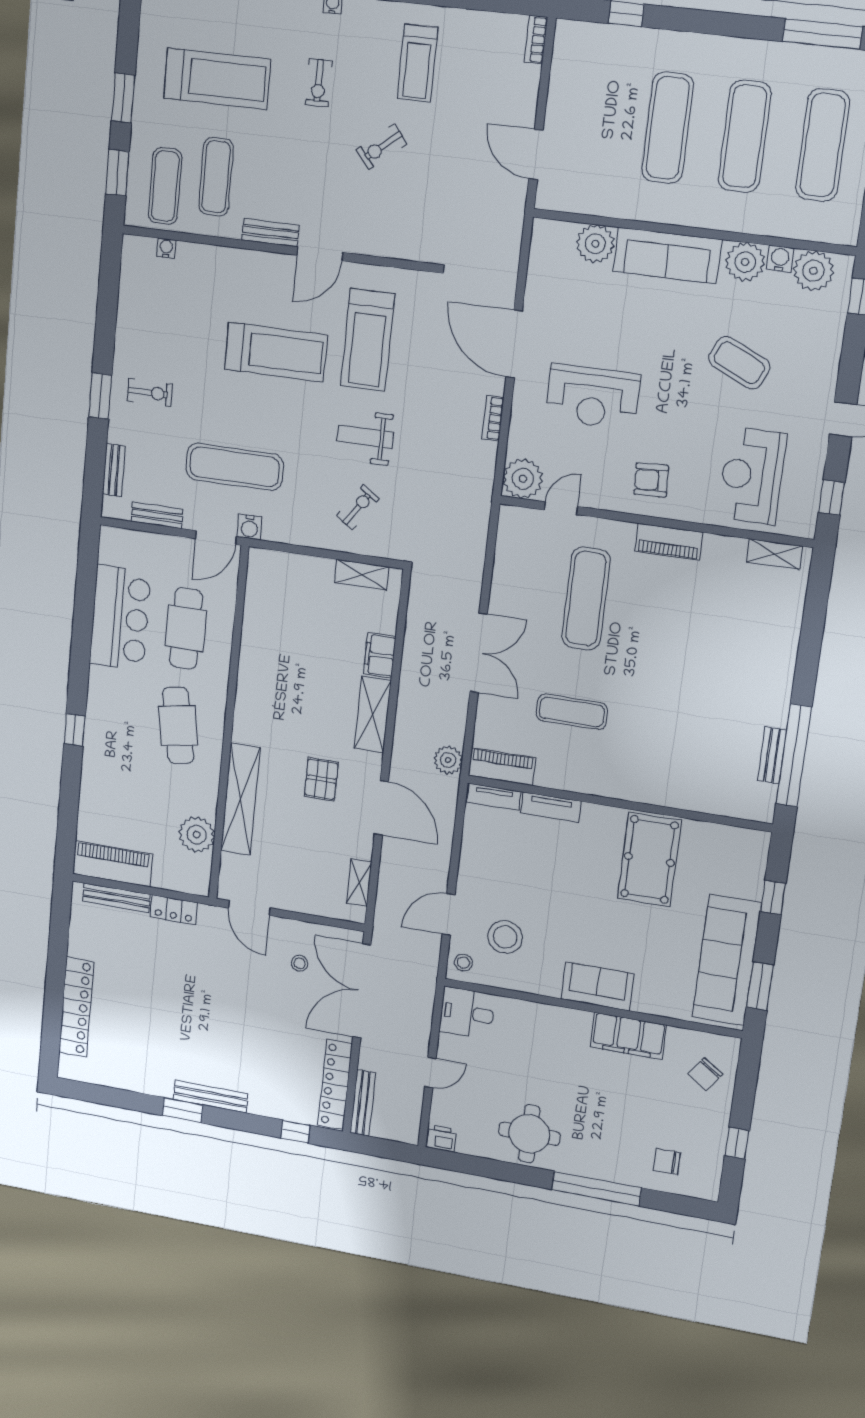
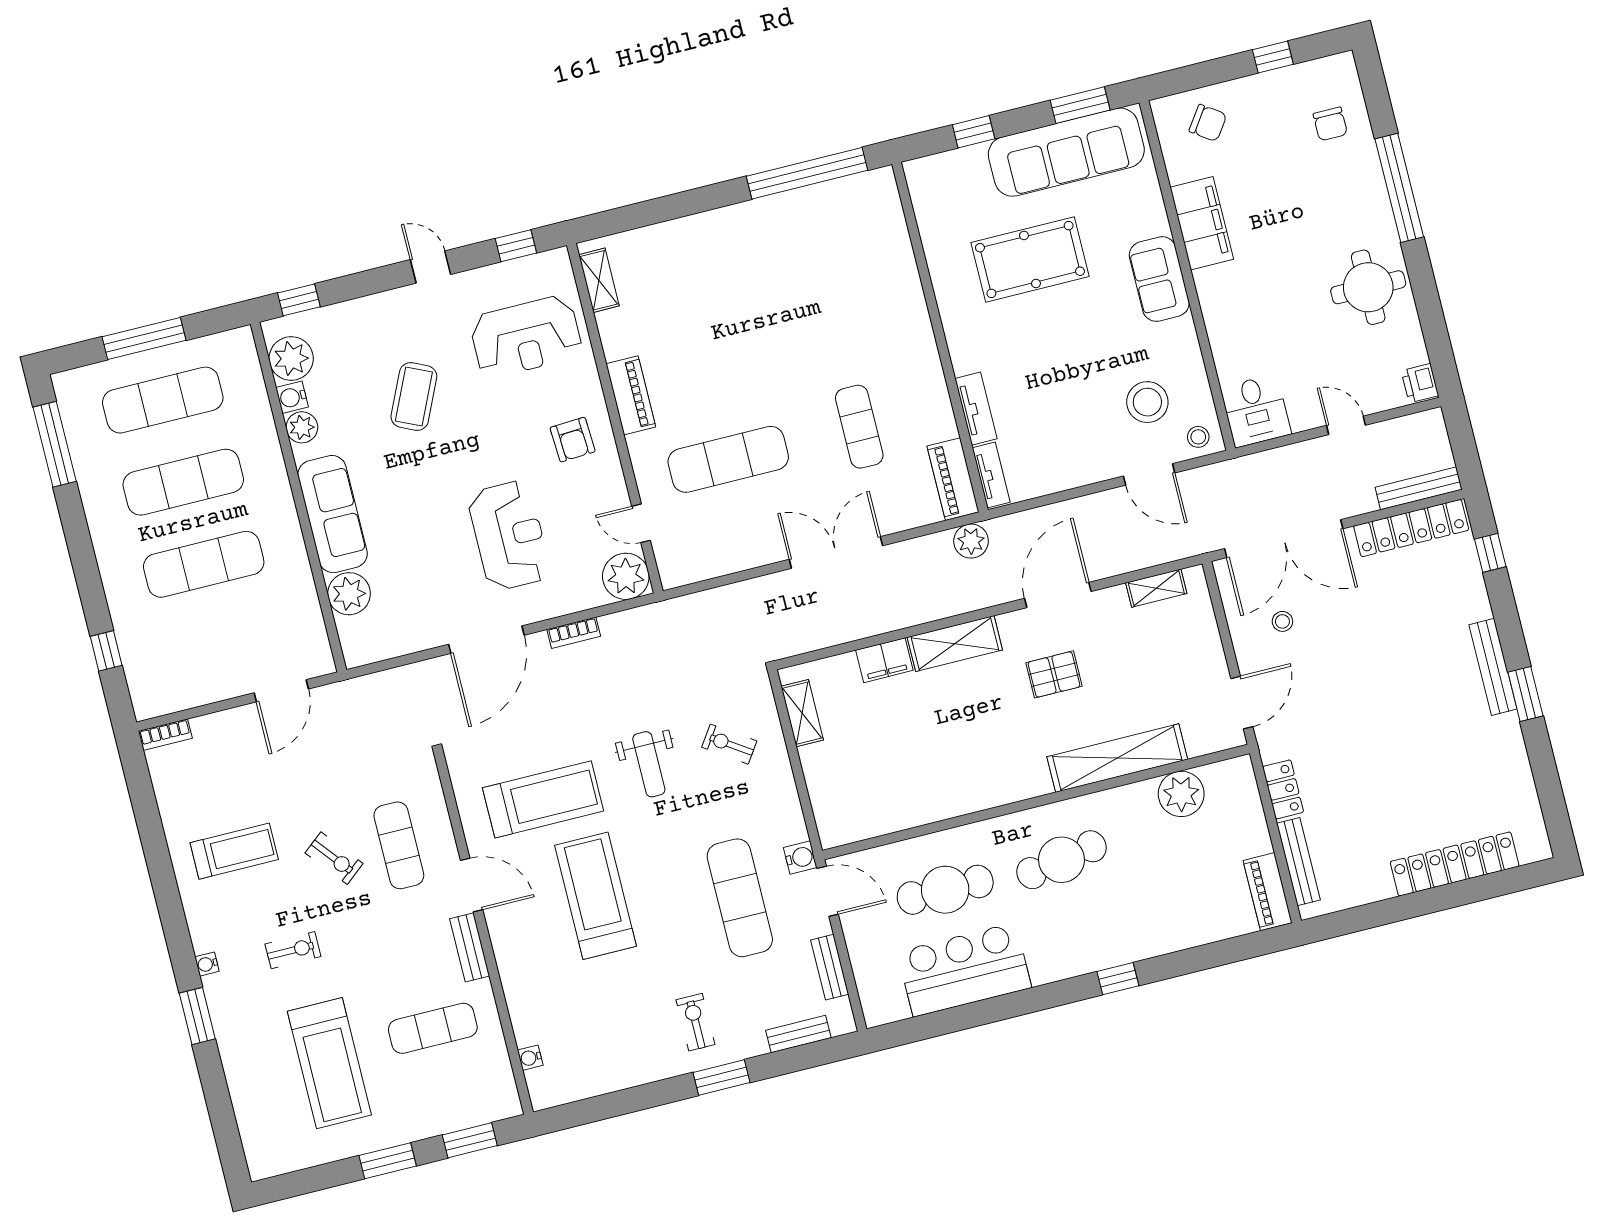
treadmill: (217, 79) -> (329, 1063), turned 180
exercise mat: (165, 186) -> (399, 845), moved, turned 90
plant: (745, 262) -> (302, 427), width x0.73, depth x0.73
bench: (772, 755) -> (817, 196), removed
pool table: (649, 859) -> (1030, 259), moved
piano: (113, 864) -> (1268, 892), width x0.73, depth x0.75

